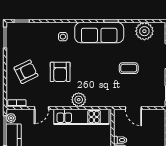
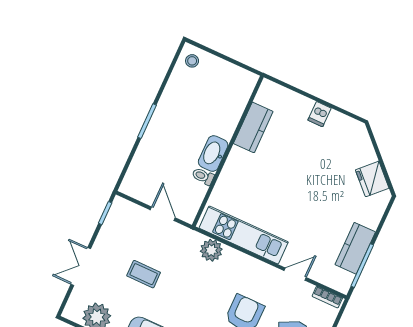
plant: (79, 100) -> (211, 250), moved
plant: (11, 118) -> (346, 280), removed

